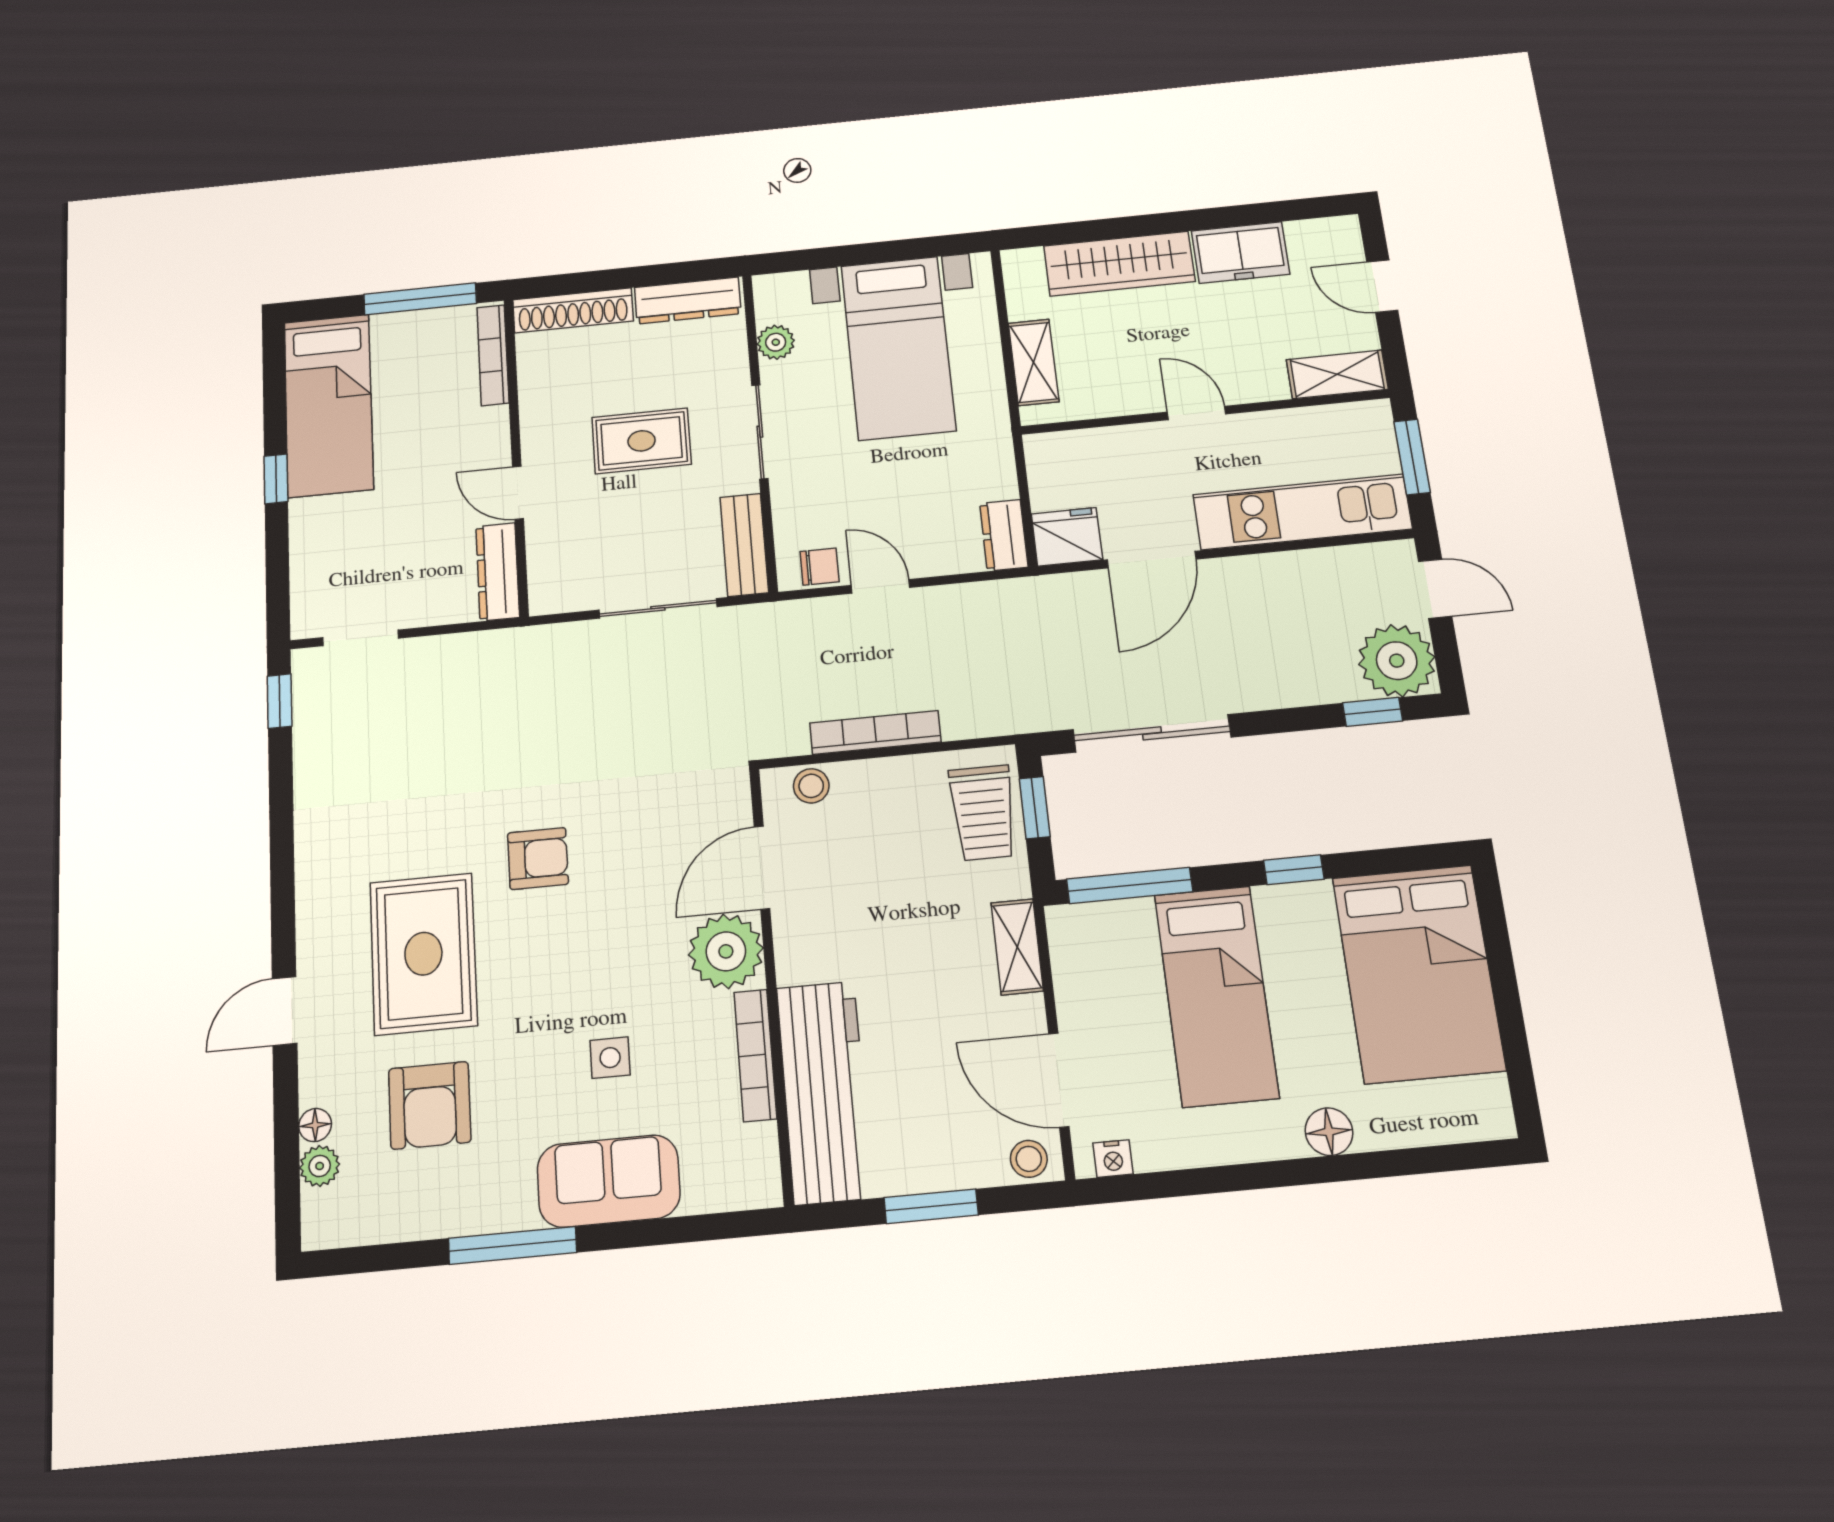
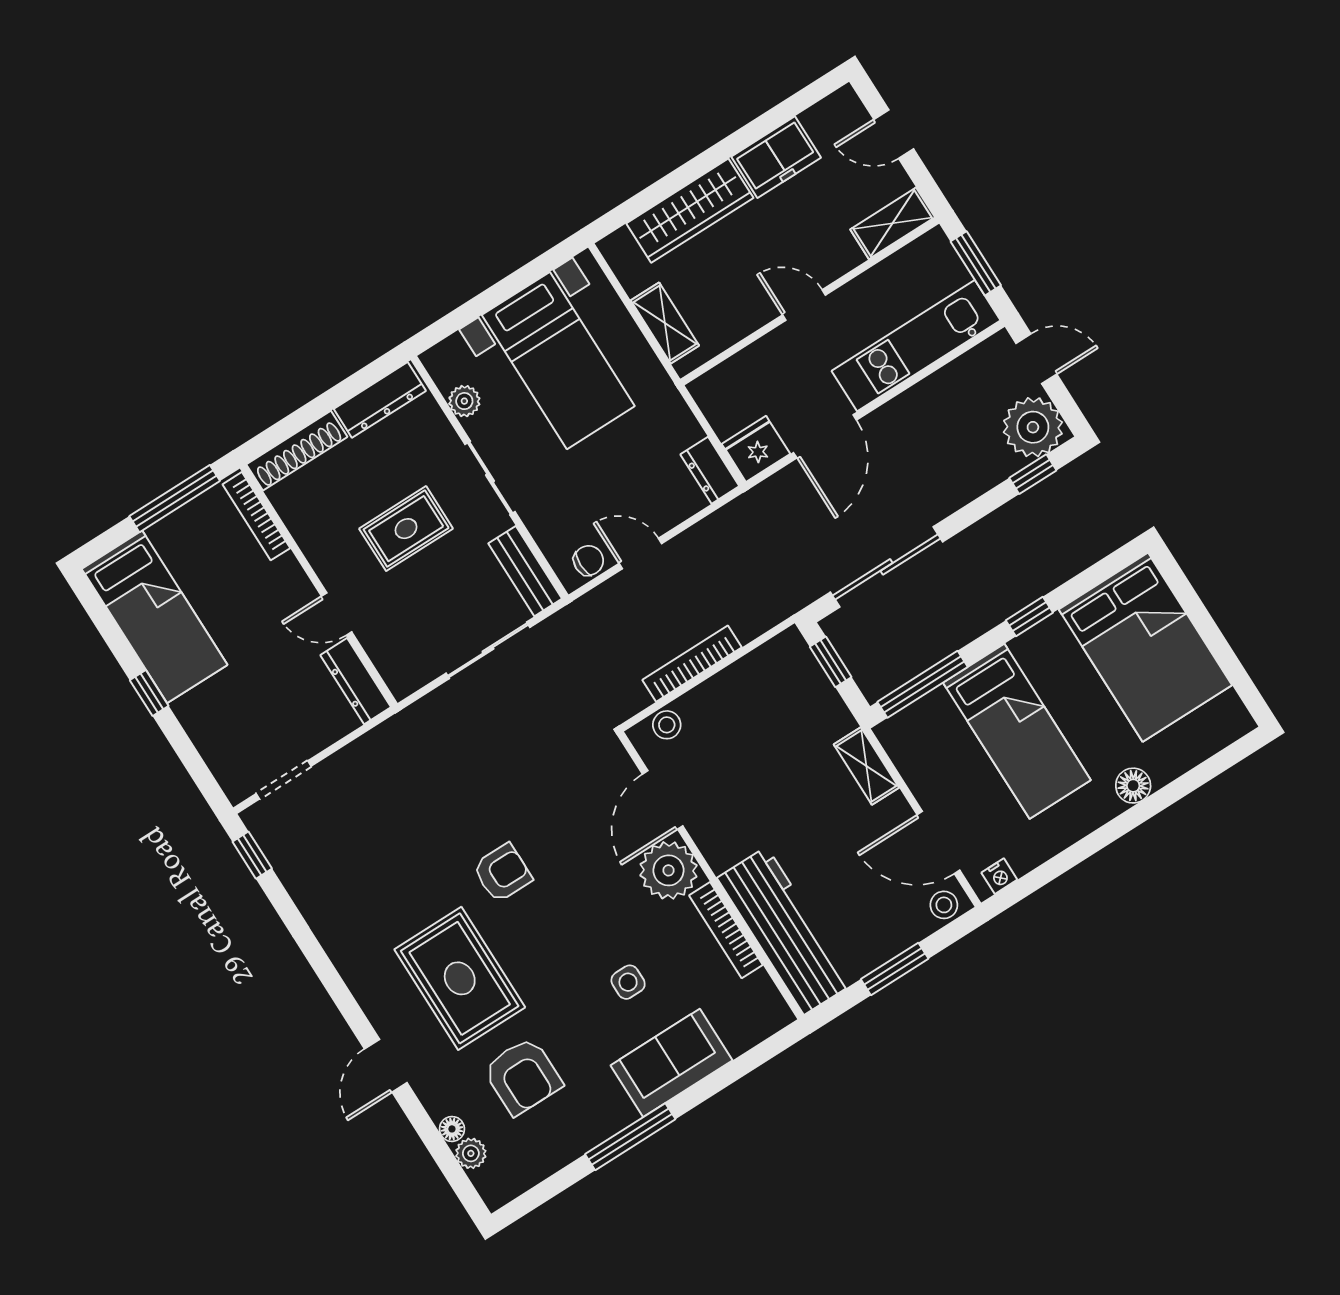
trolley: (983, 813) -> (797, 683), removed

